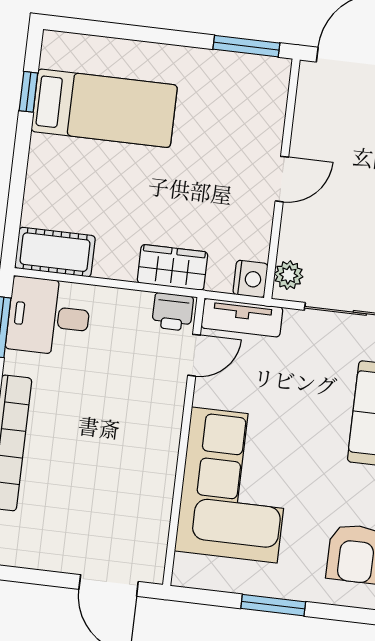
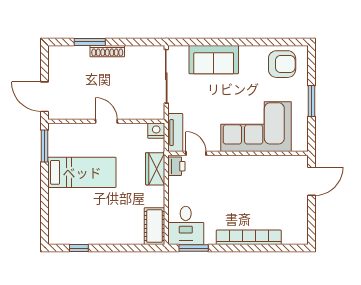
bed: (104, 108) -> (82, 172), moved, turned 90
plant: (289, 275) -> (152, 113), removed

